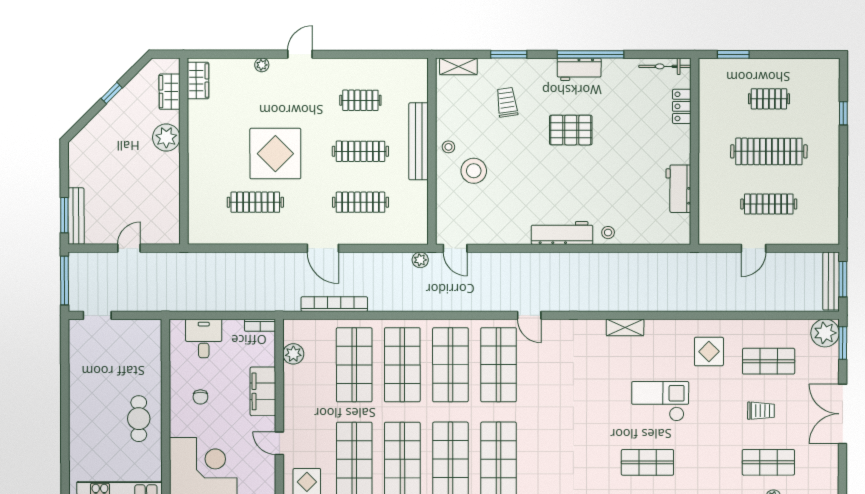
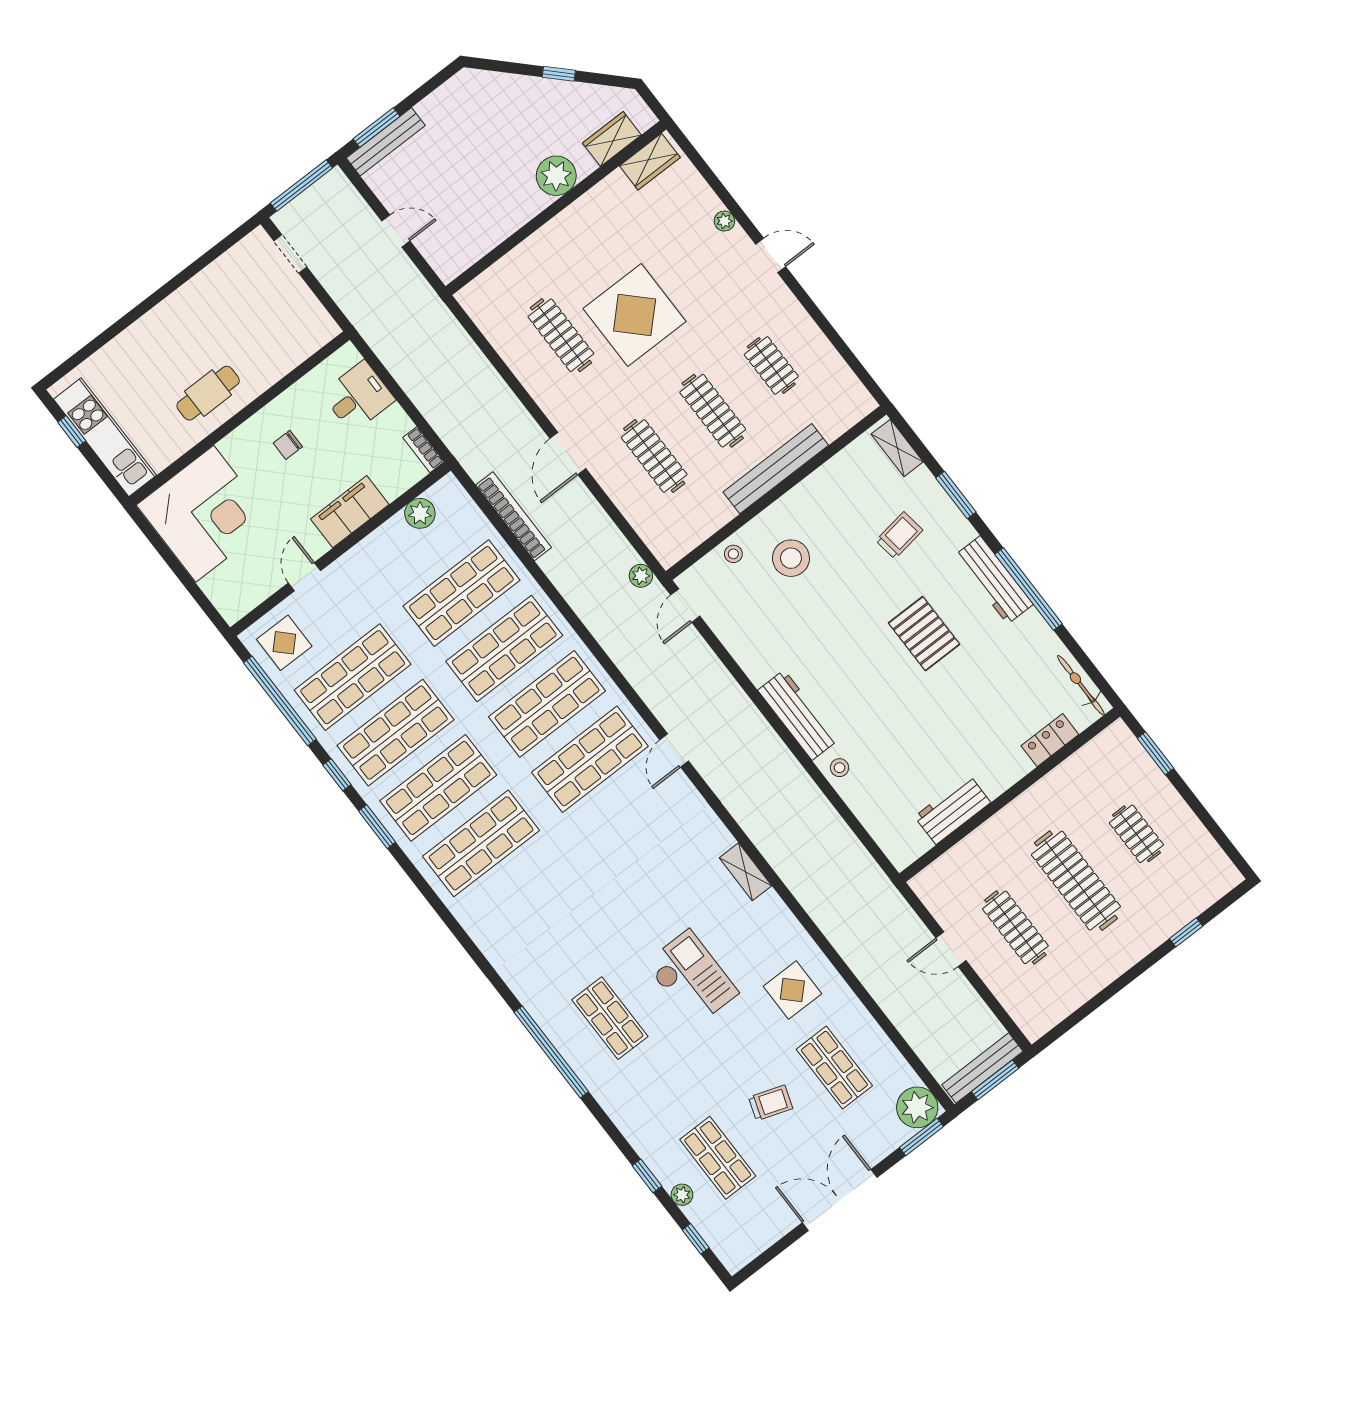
workbench: (579, 69) -> (994, 580), width x1.37
stool: (448, 147) -> (733, 554), moved
trolley: (761, 411) -> (771, 1103), turned -71

